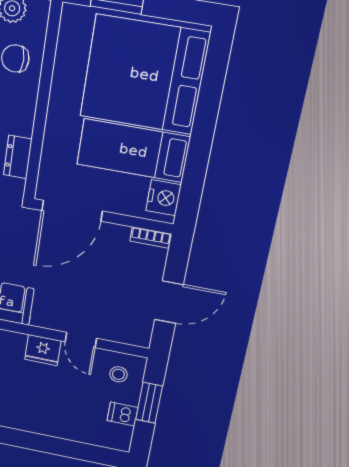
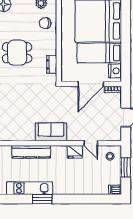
door: (72, 211) -> (91, 84), moved
dishwasher: (123, 414) -> (115, 190), moved

